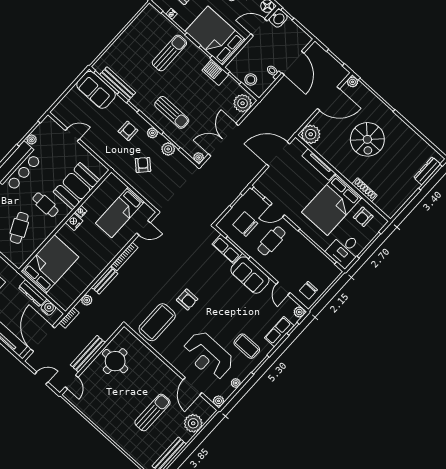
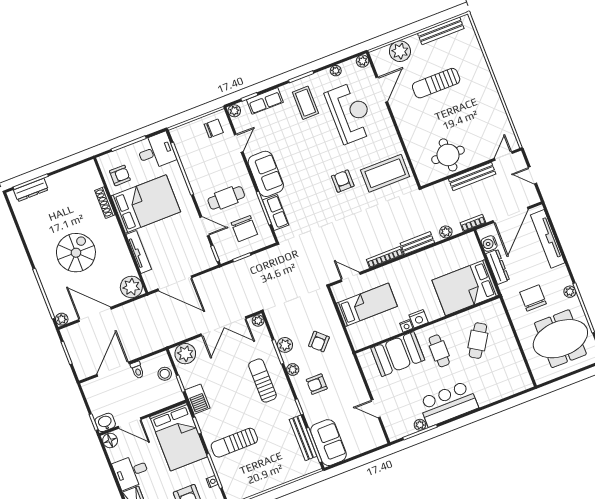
cafe table: (19, 228) -> (478, 341), turned -33

